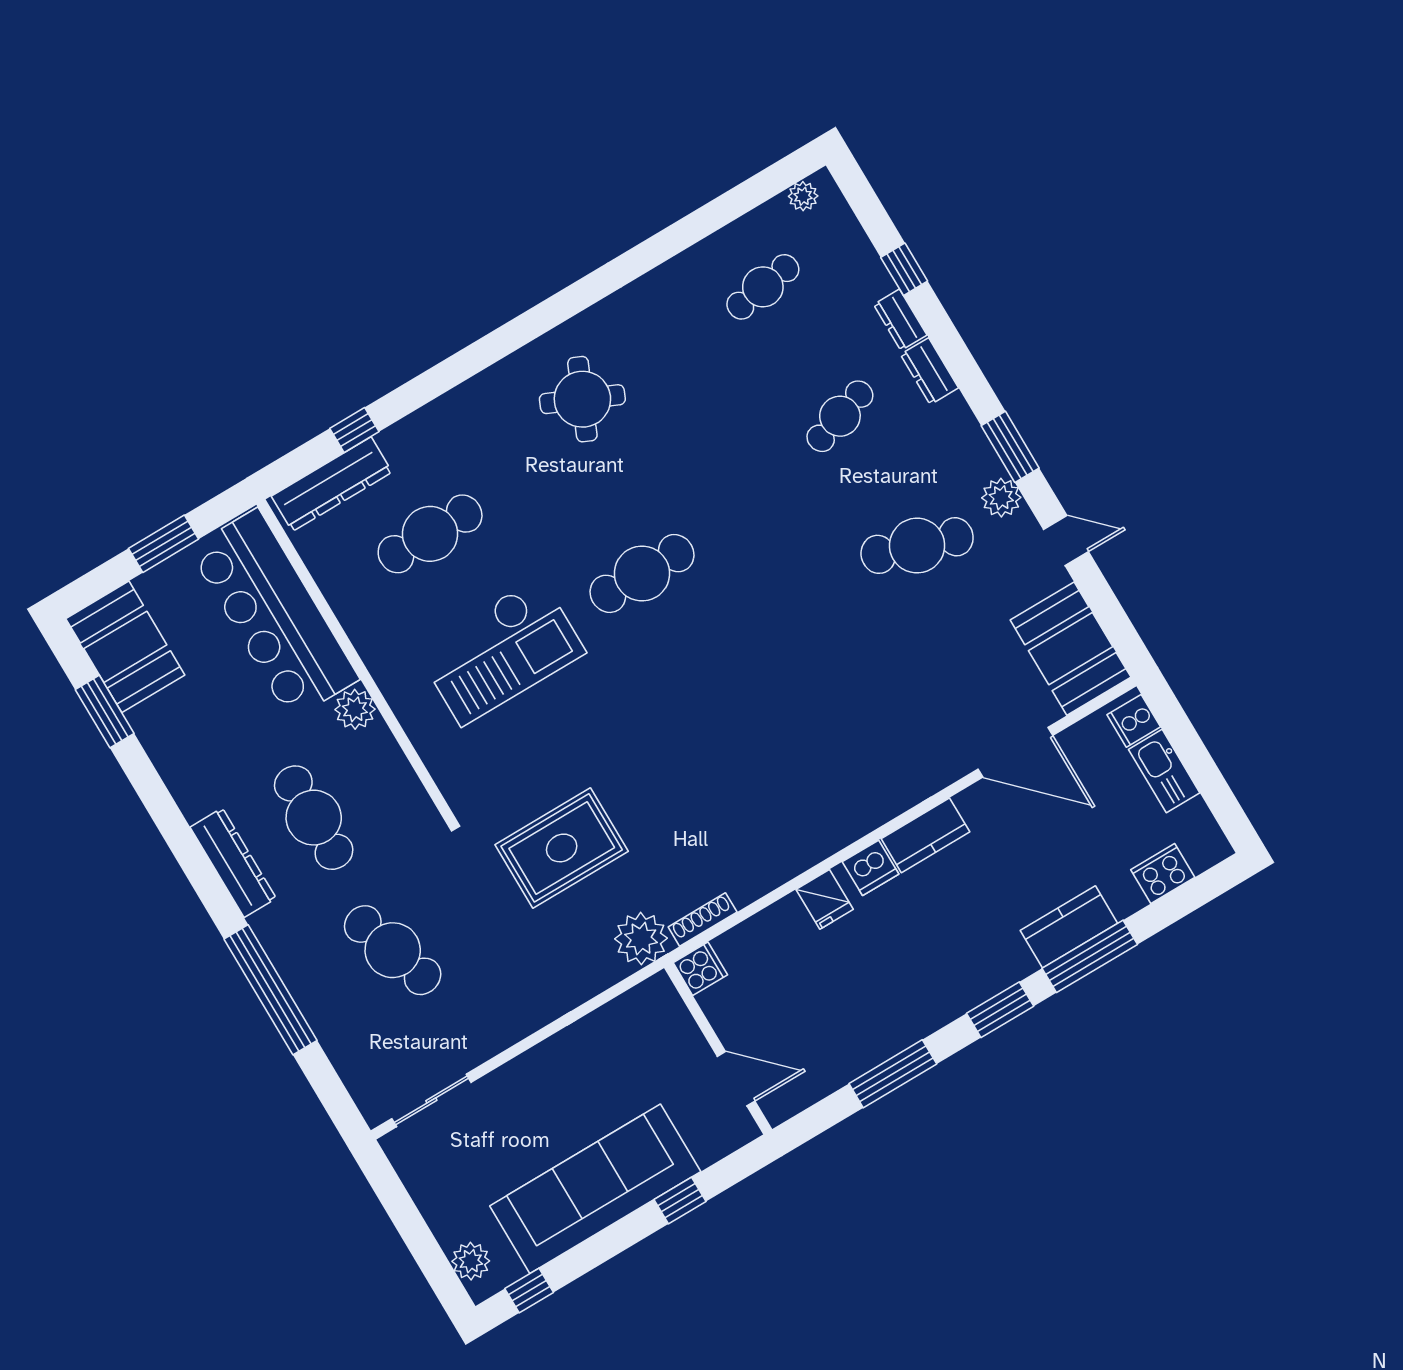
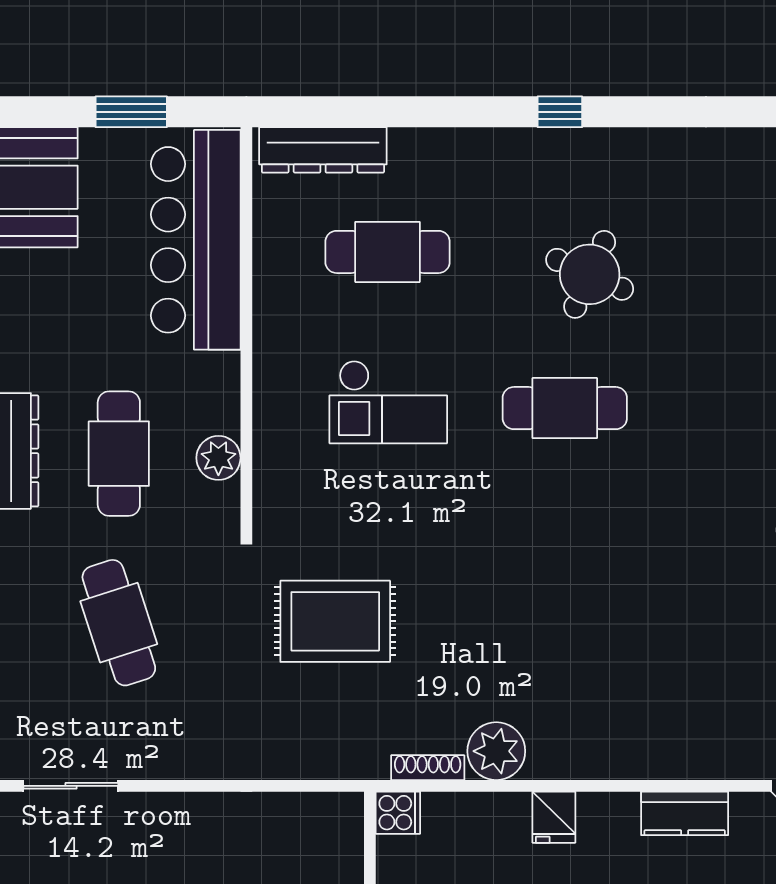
round table: (582, 399) -> (590, 274), moved
window: (354, 430) -> (560, 112), moved
checkout: (501, 651) -> (388, 402), width x0.73, depth x0.83
plant: (355, 709) -> (218, 458), moved
dishwasher: (871, 868) -> (615, 813), removed
plant: (641, 939) -> (496, 751), moved

